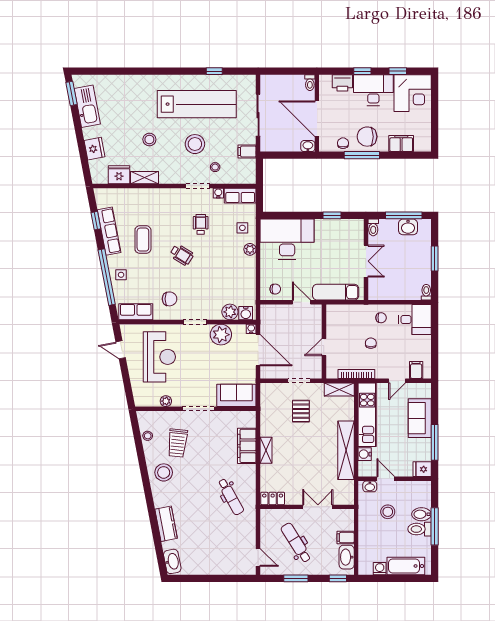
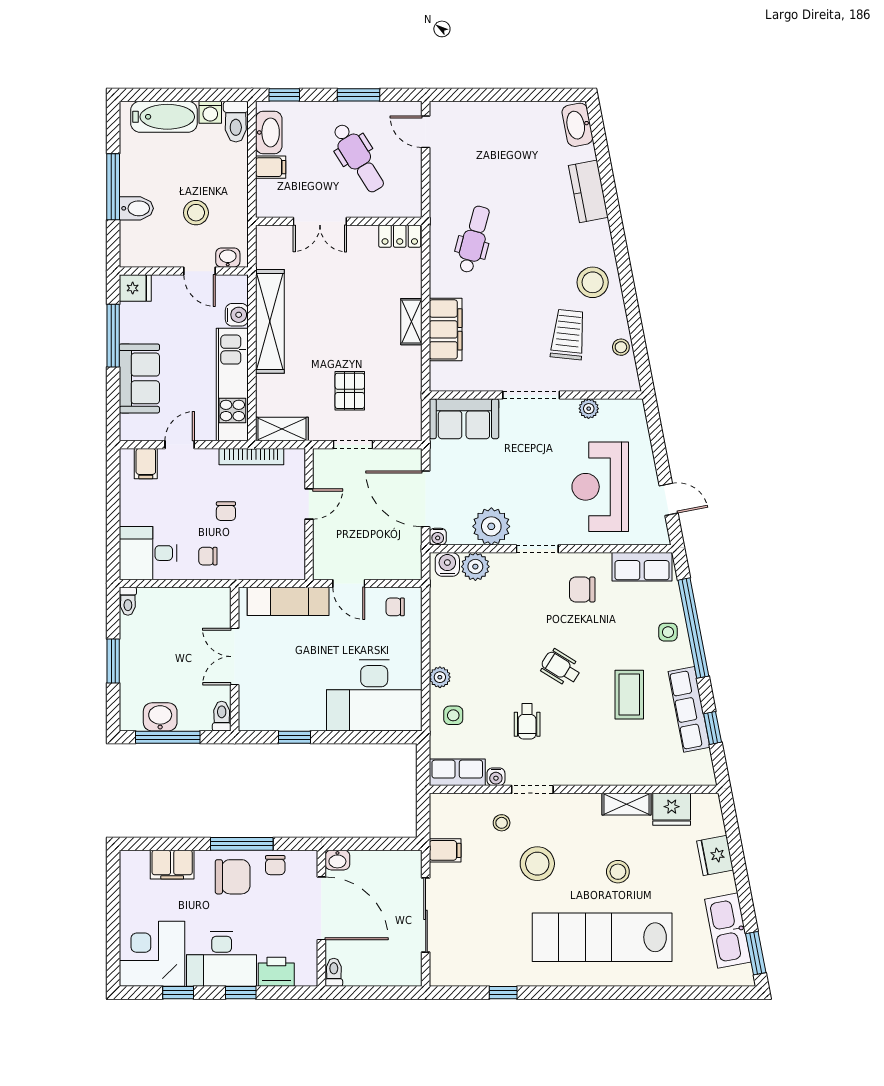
lab bench: (197, 104) -> (602, 937), moved
dental chair: (231, 497) -> (474, 239), turned 44
toilet: (420, 529) -> (236, 122), moved, turned 90

